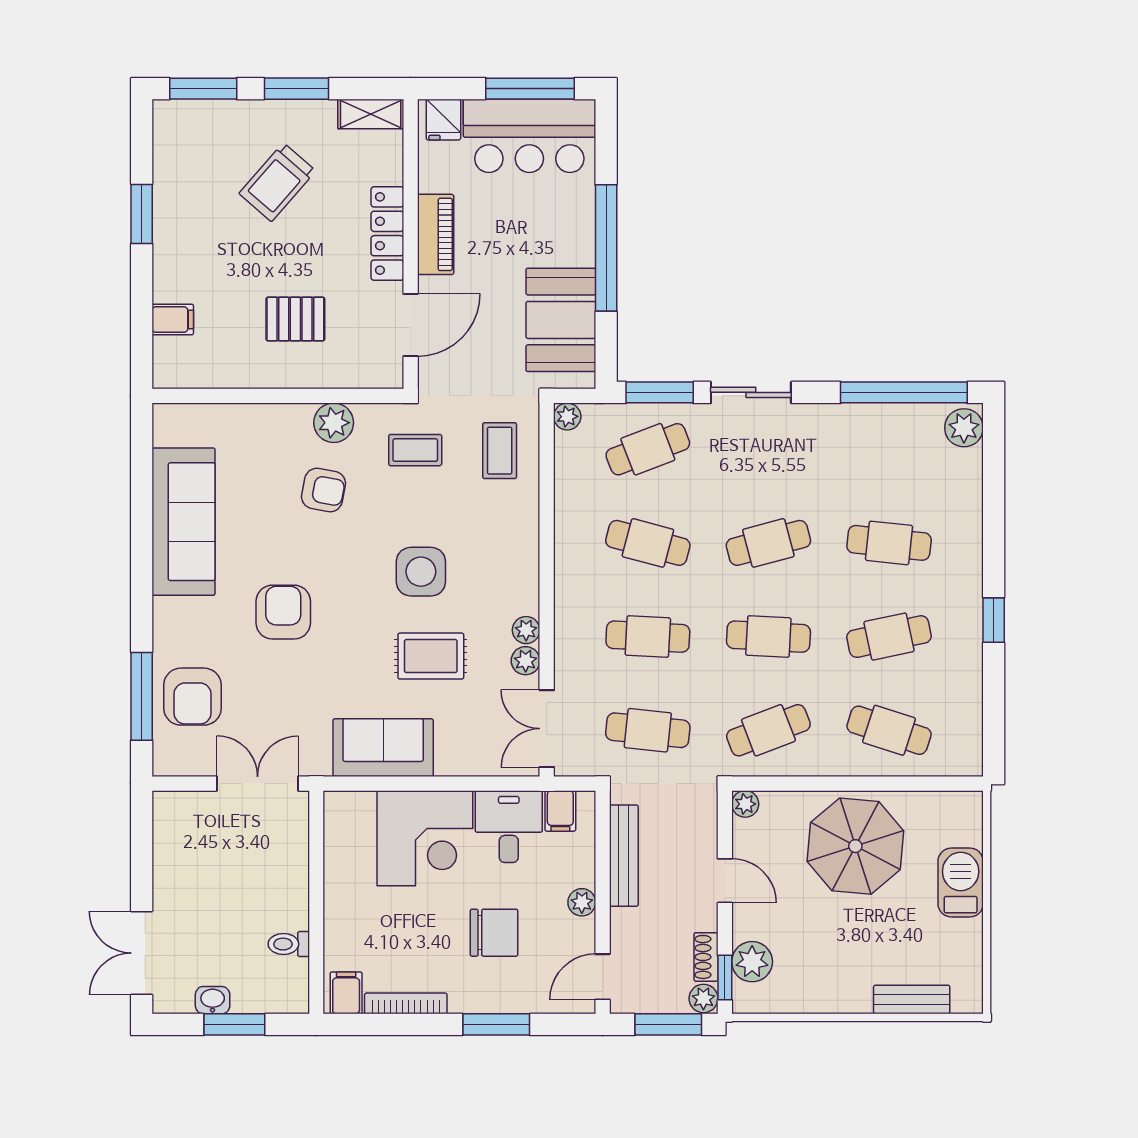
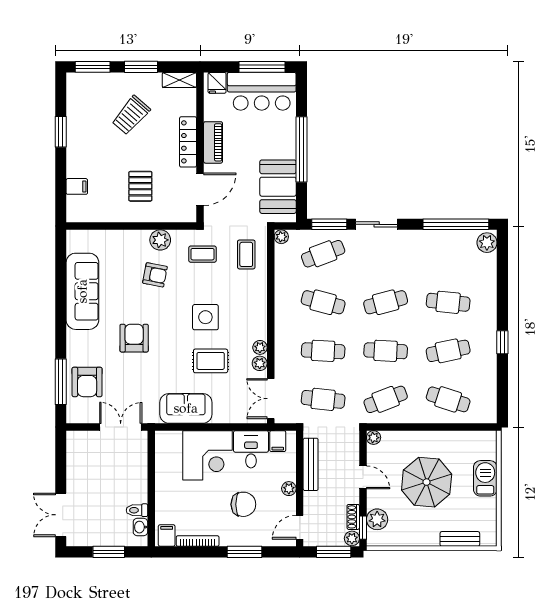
pallet: (295, 319) -> (140, 186), turned 90
parasol: (855, 846) -> (427, 482), moved
washbasin: (213, 1000) -> (140, 527), moved, turned -90

